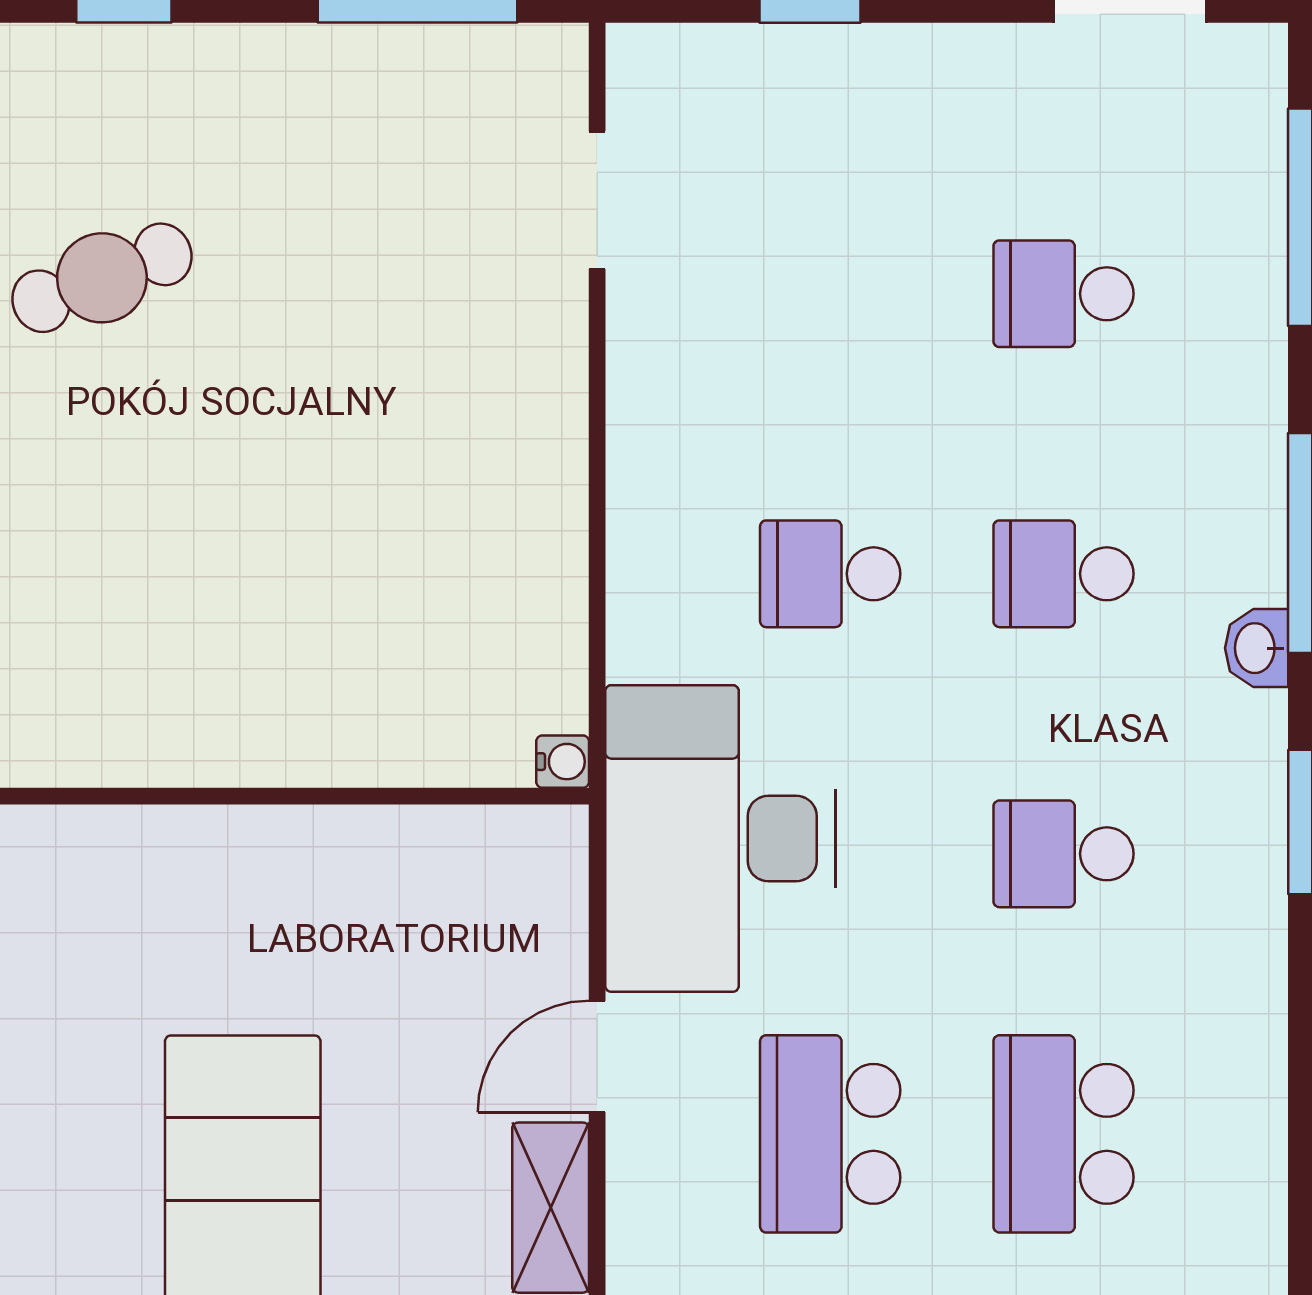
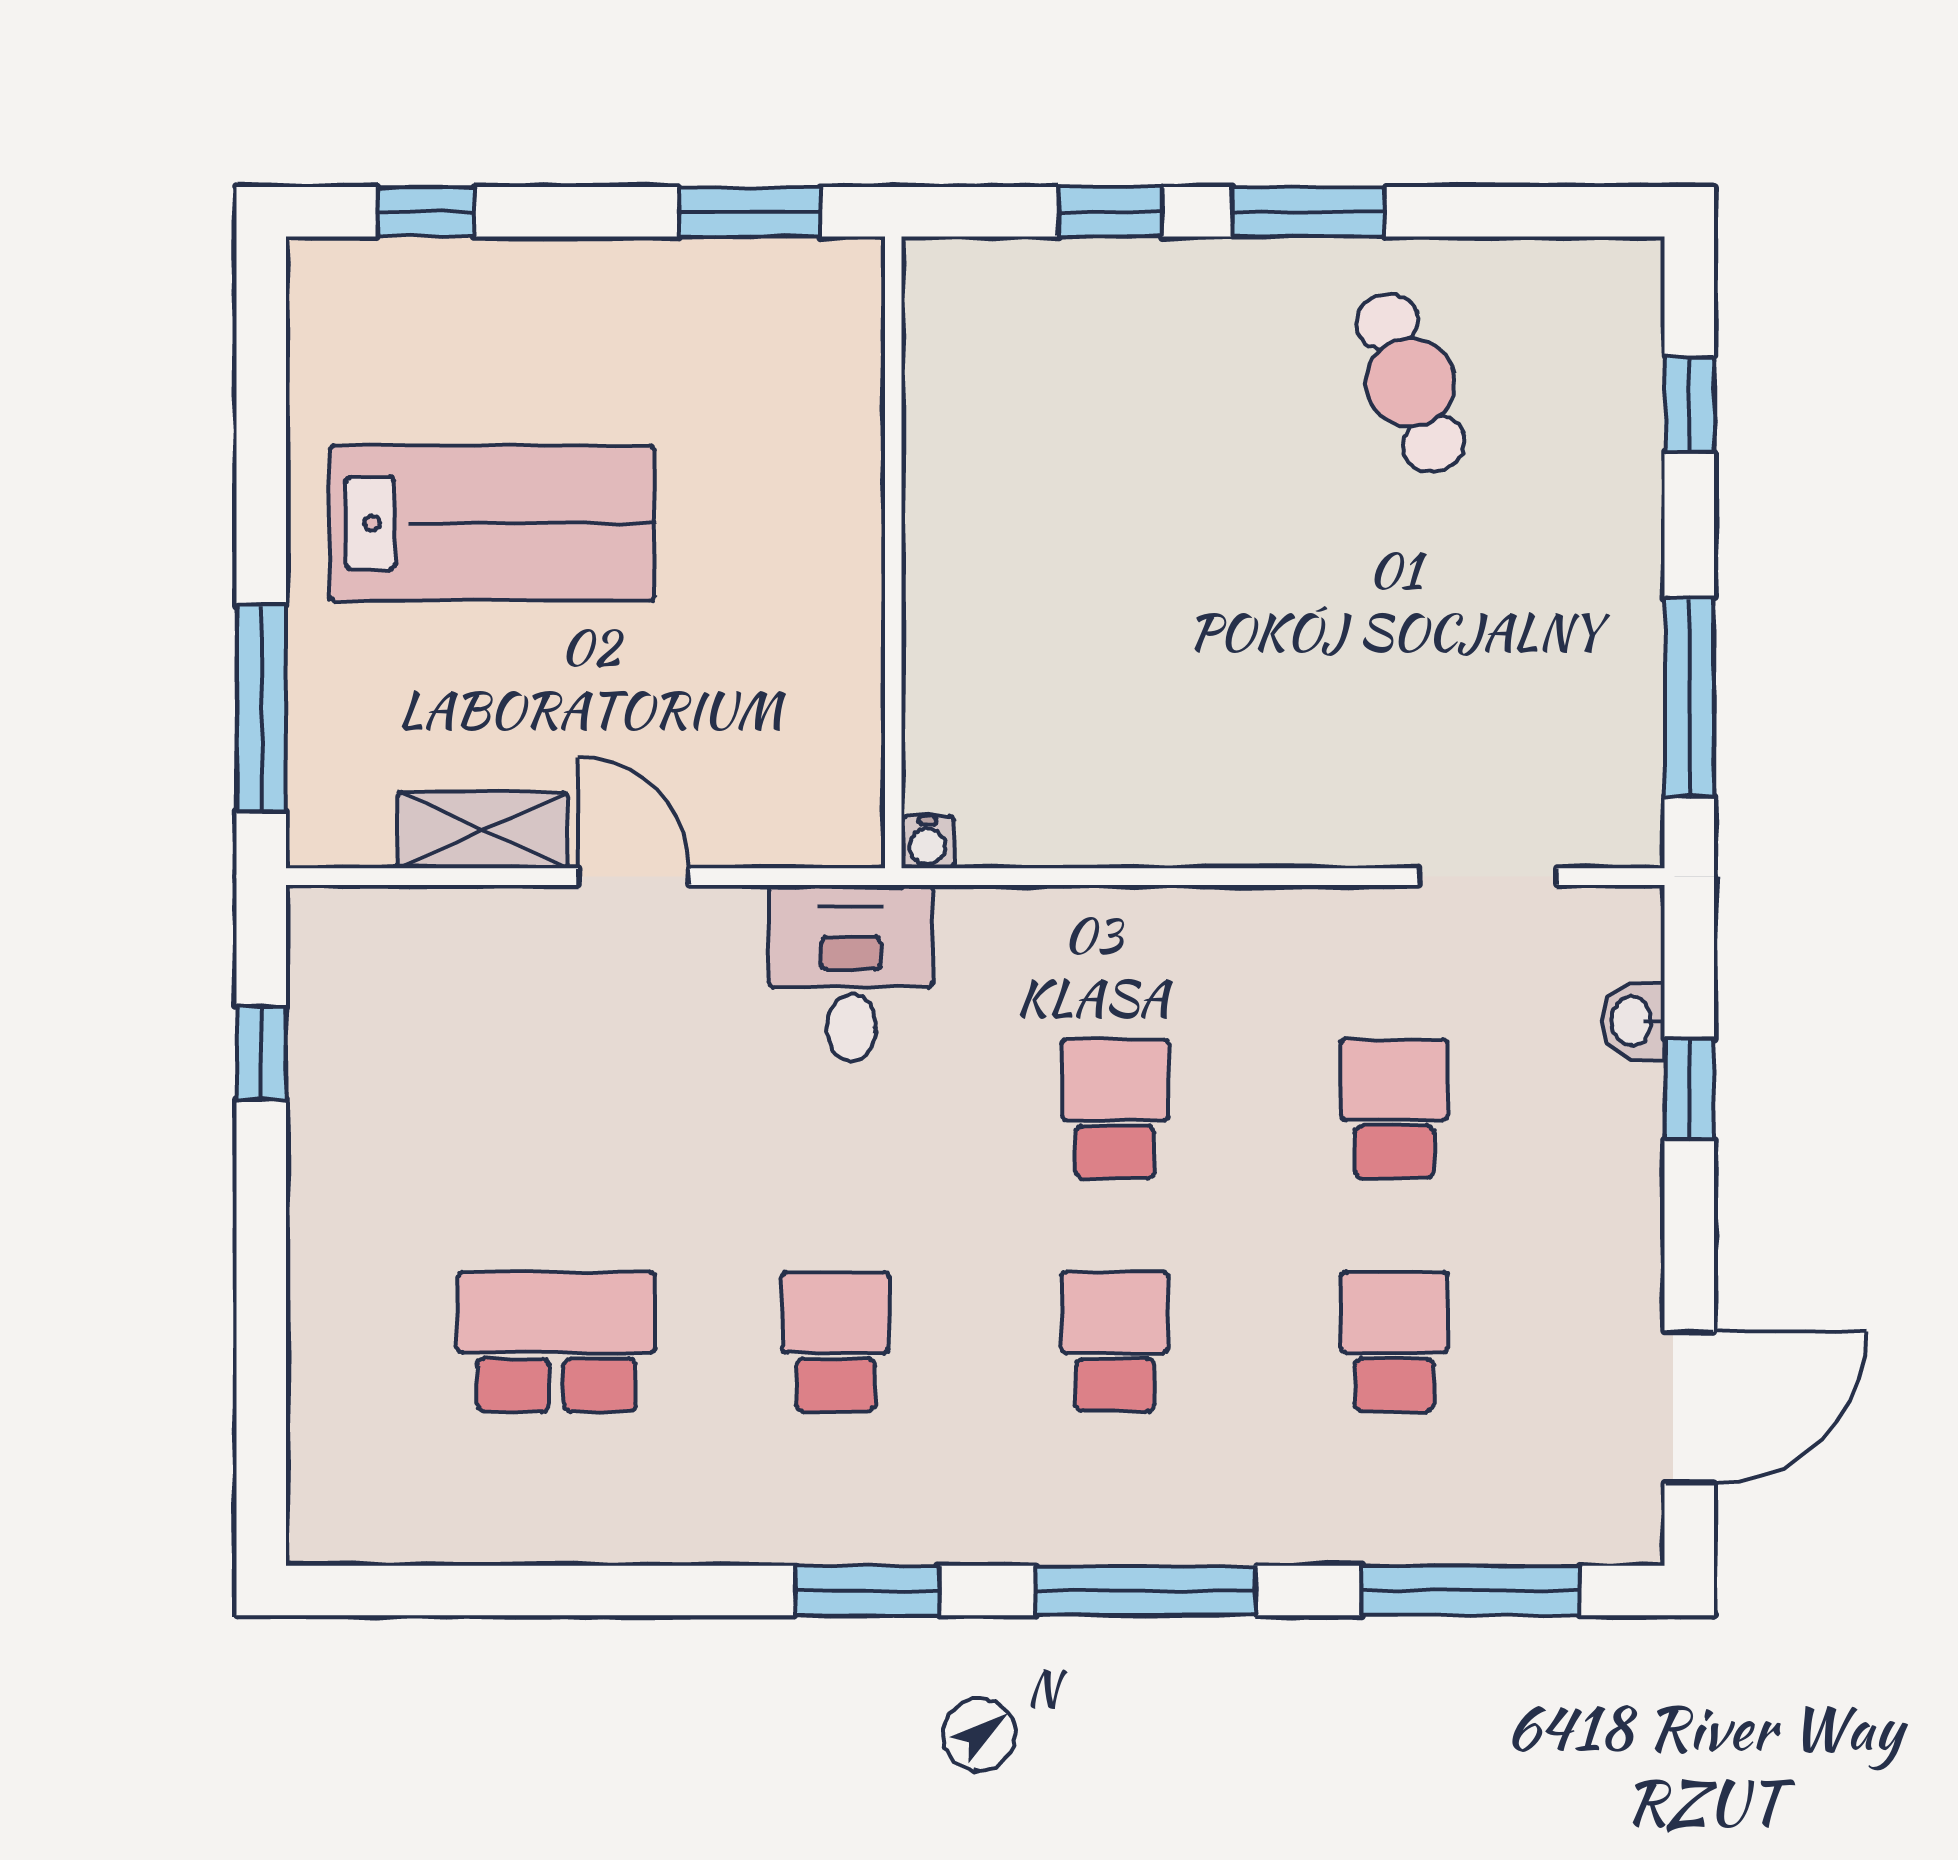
washbasin: (1257, 648) -> (1633, 1021), moved, turned -90
desk: (720, 839) -> (851, 973), width x0.53, depth x0.77
school desk: (830, 1134) -> (1394, 1109), moved, width x0.54

